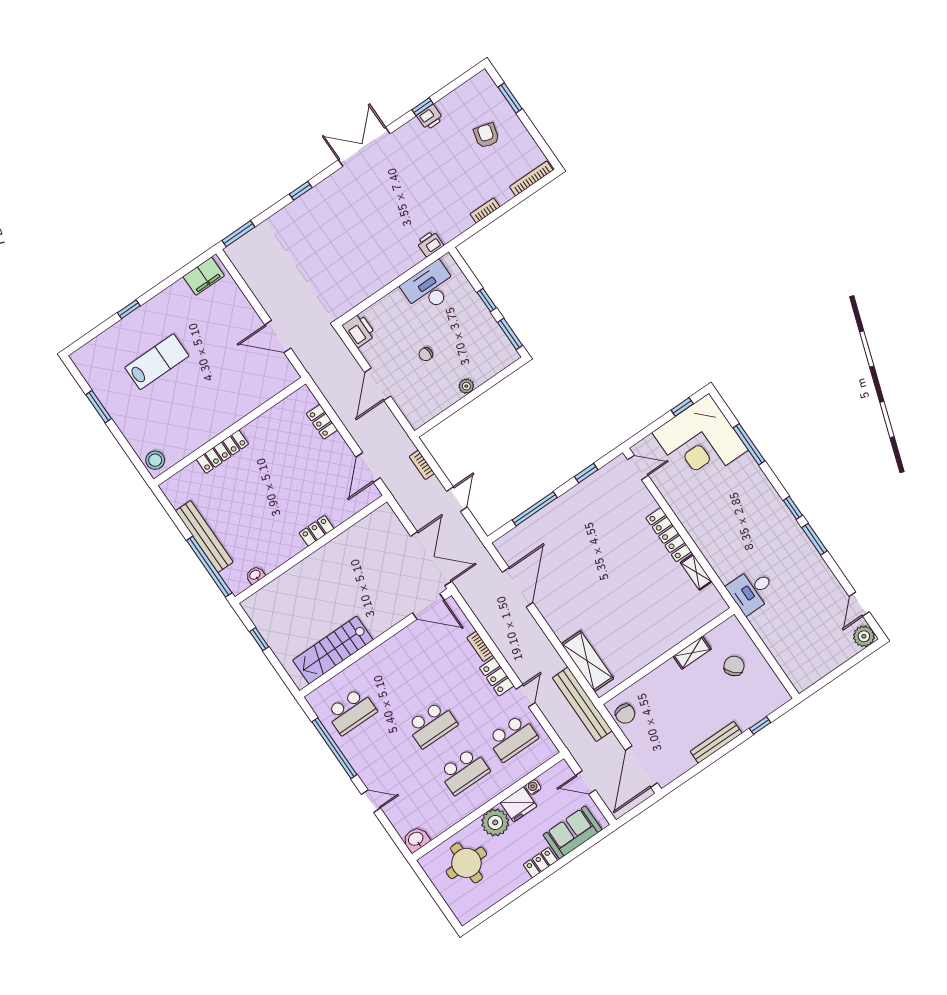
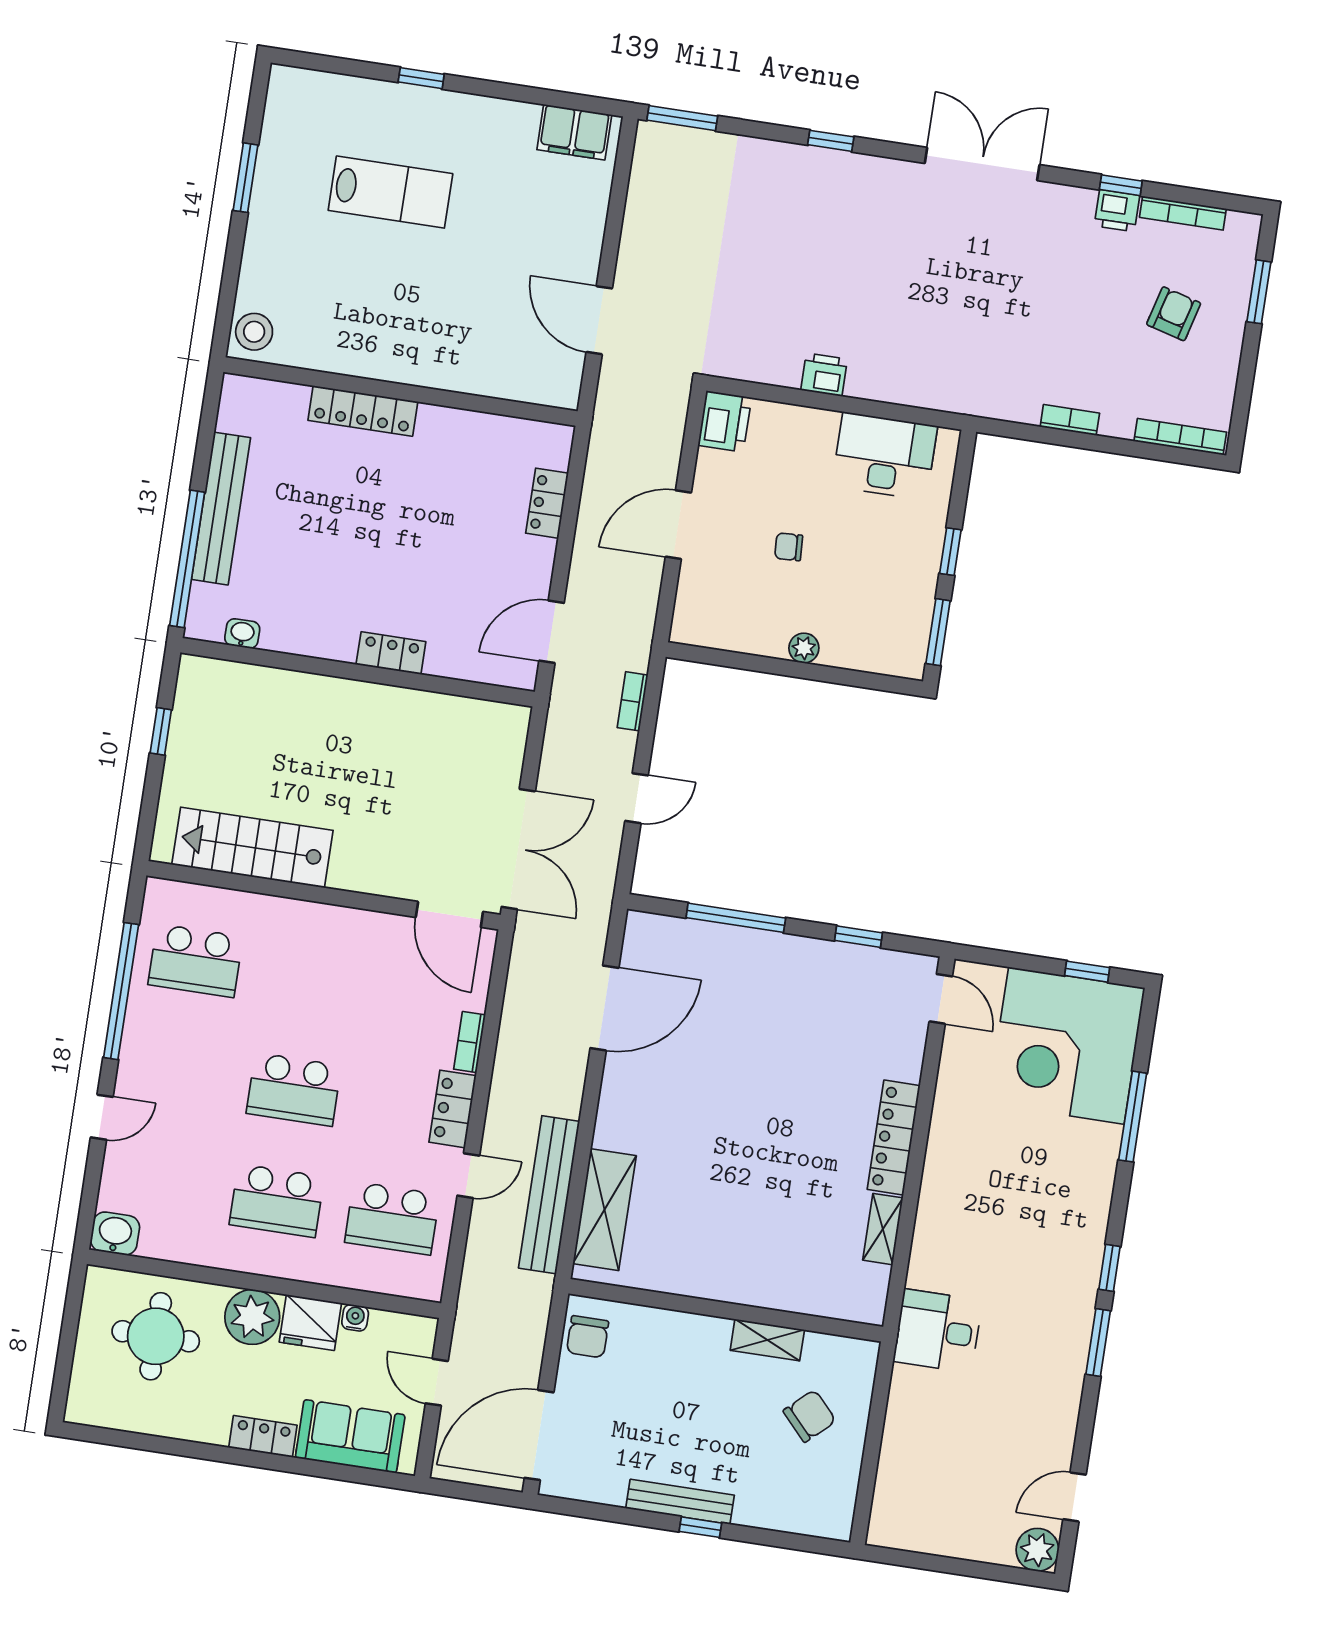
bookcase: (455, 95) -> (1183, 213), added
printer: (430, 244) -> (824, 375), moved
bench: (582, 704) -> (549, 1195), moved
window: (760, 726) -> (700, 1527), moved
door: (371, 801) -> (102, 1117), hinge flipped

